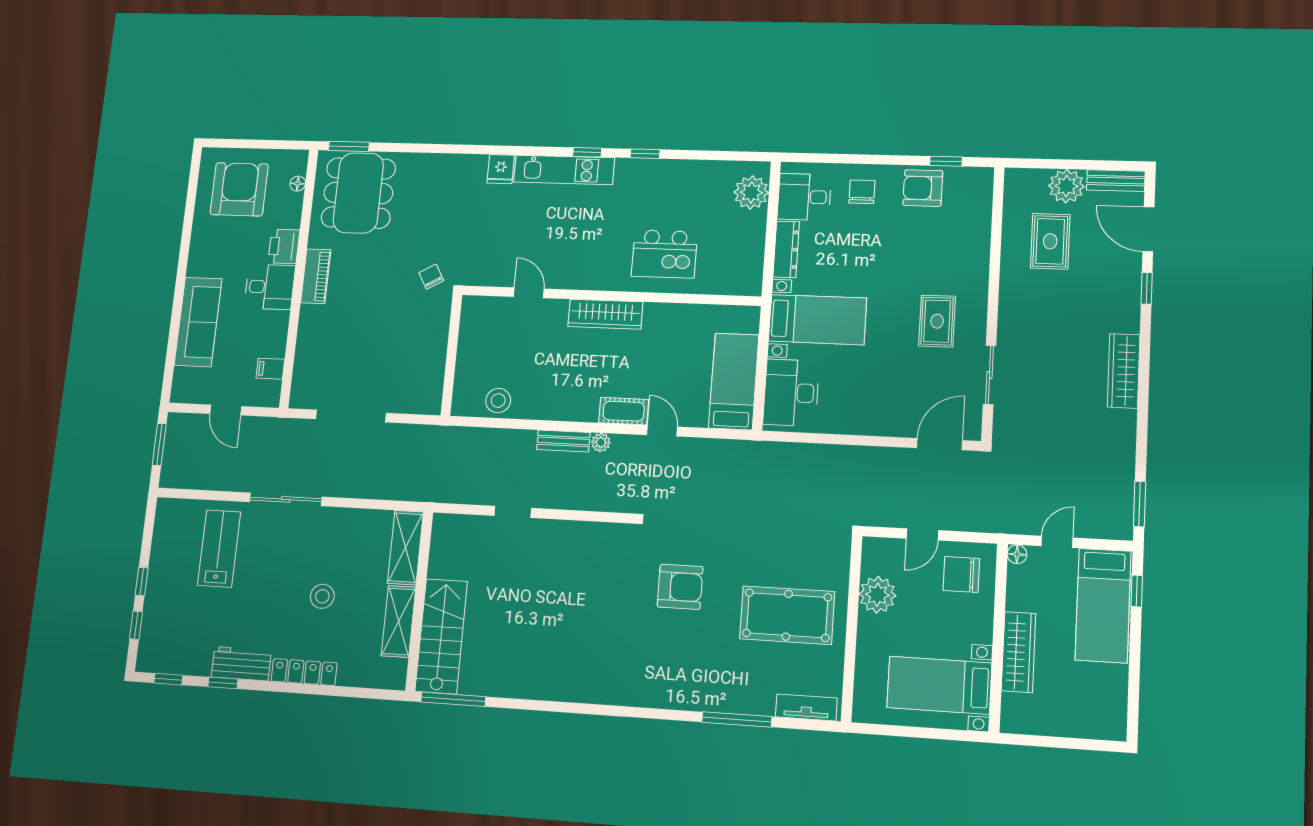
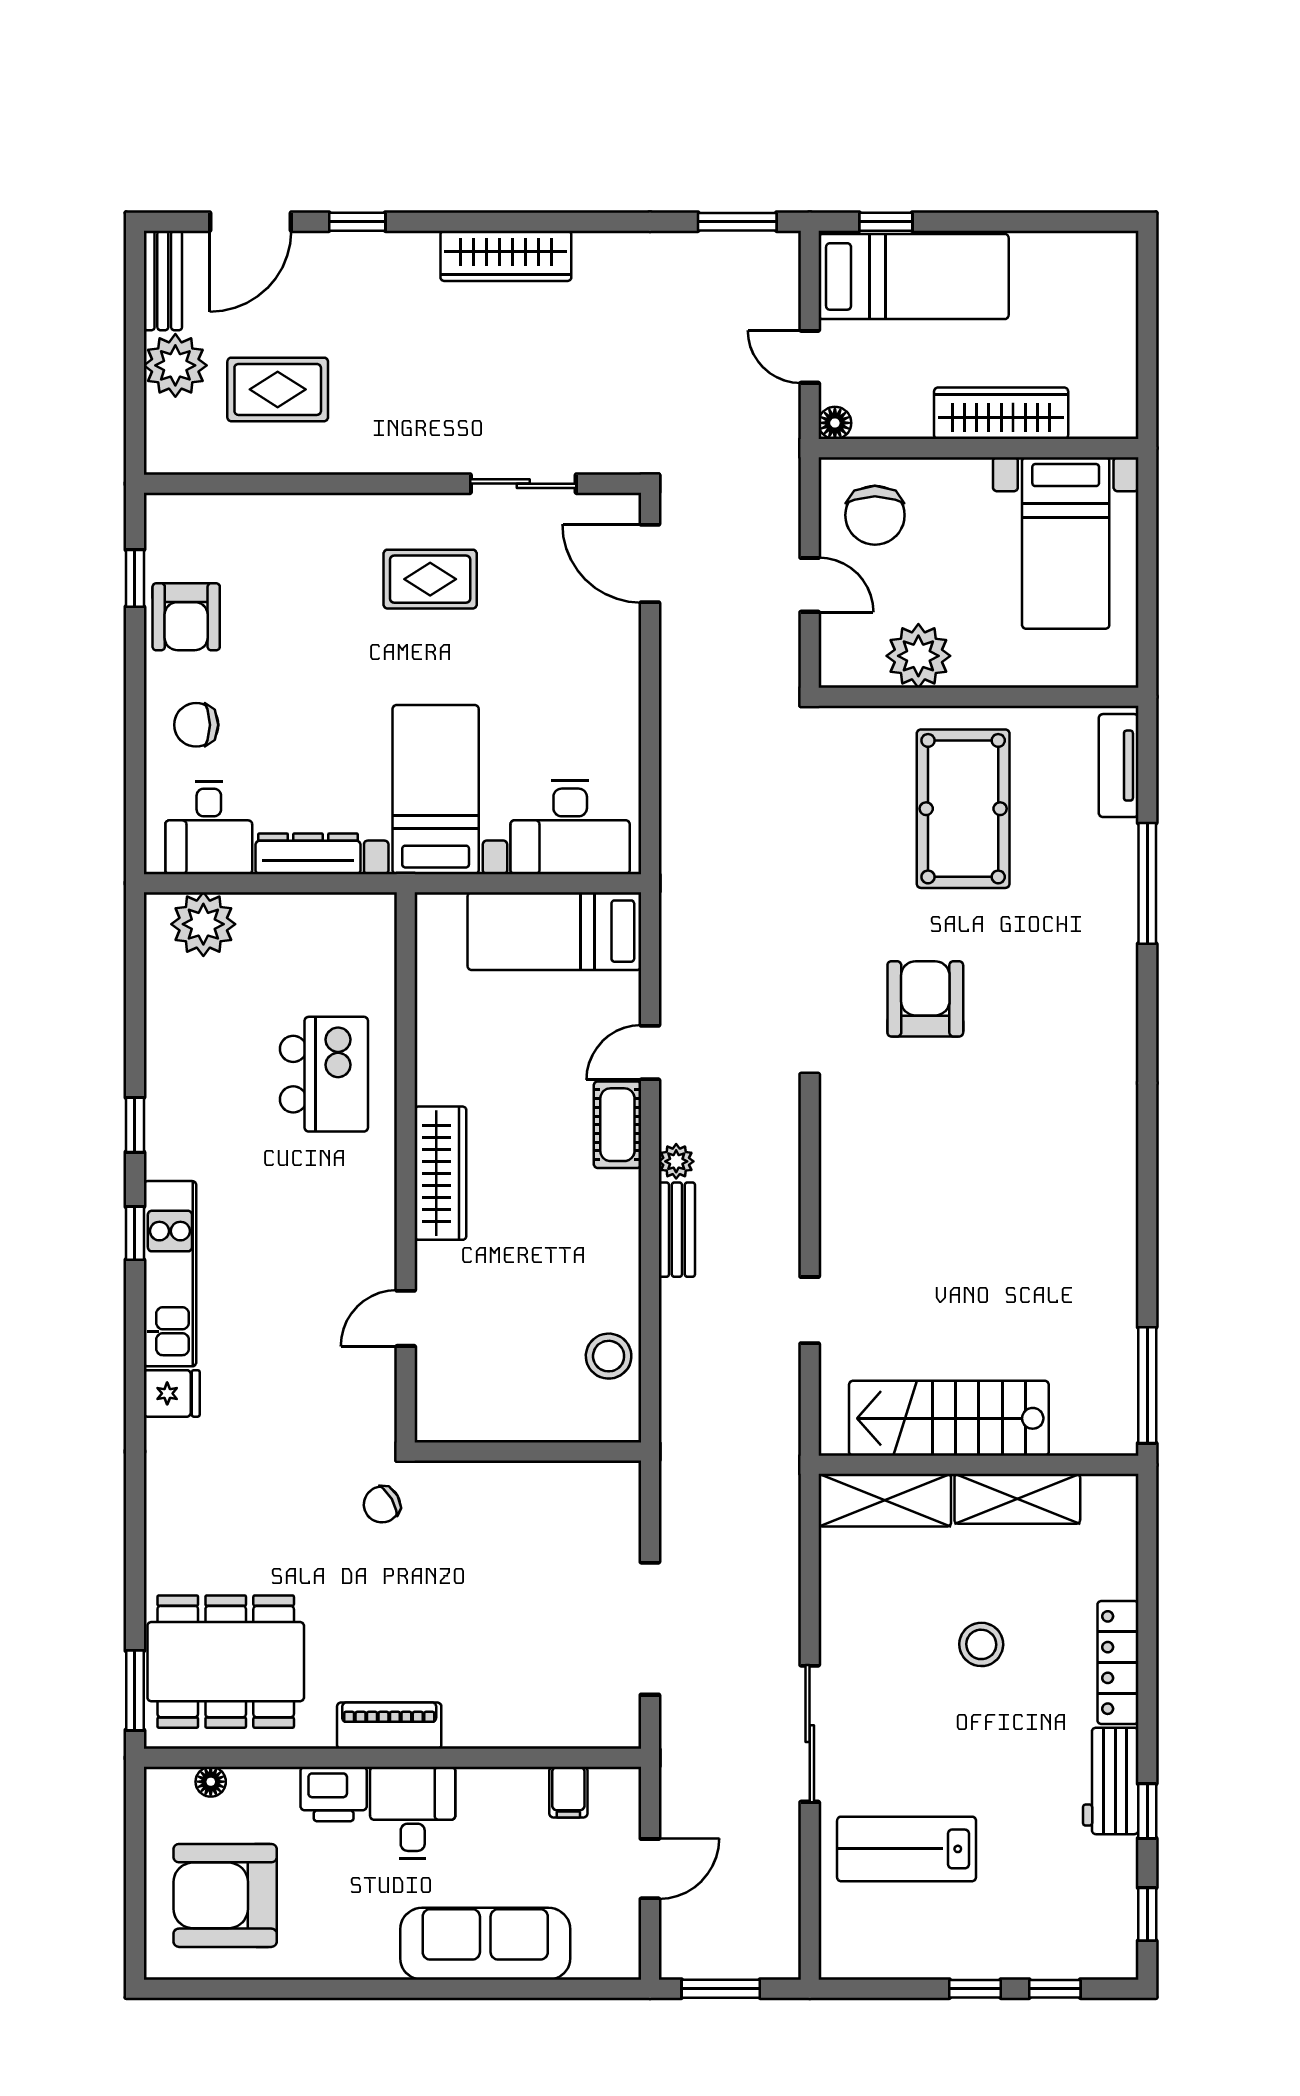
stairs: (441, 636) -> (949, 1418), moved

